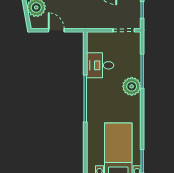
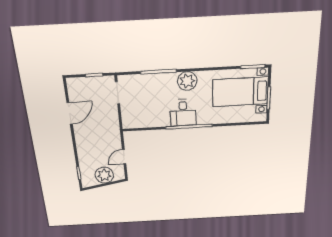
desk: (100, 65) -> (183, 113), moved
plant: (132, 86) -> (187, 81), moved

